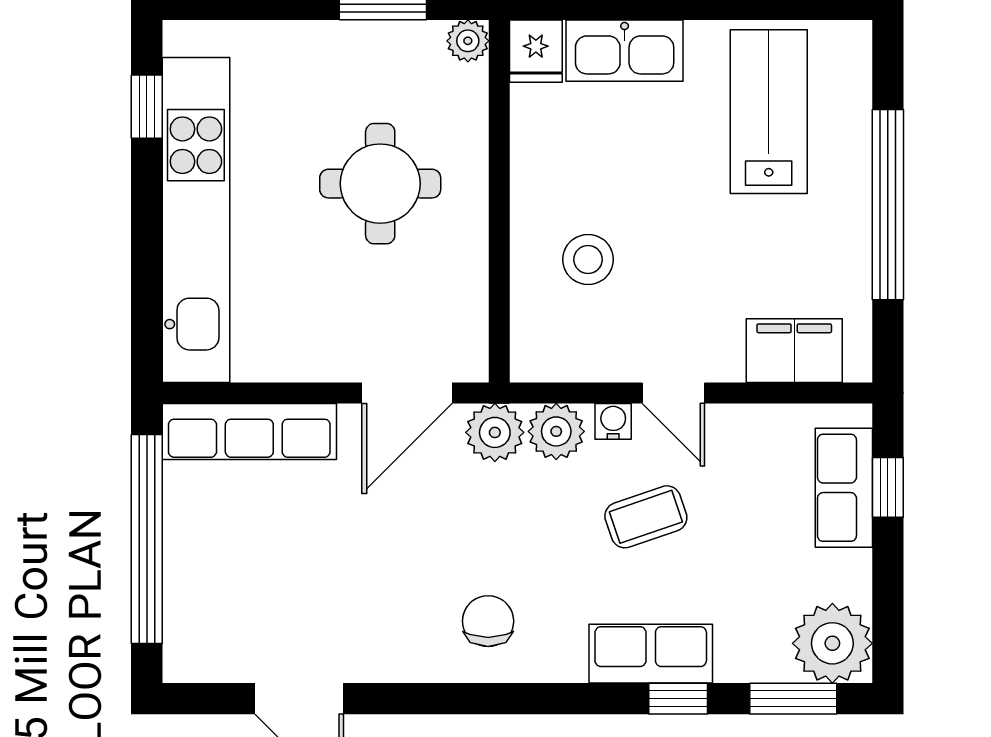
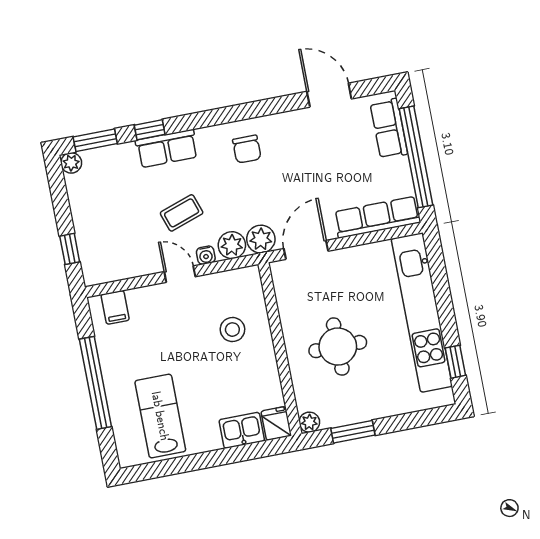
kitchen sink: (625, 51) -> (242, 430), width x0.73
lab bench: (769, 112) -> (160, 416), turned 180
filing cabinet: (794, 351) -> (115, 307), width x0.50
row of seats: (844, 488) -> (389, 129), moved, turned 180
plant: (832, 643) -> (71, 163), width x0.53, depth x0.53

